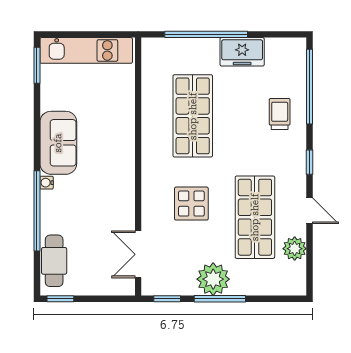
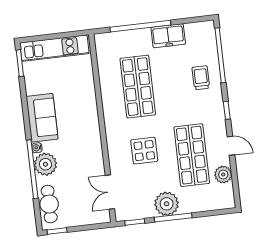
plant: (56, 206) -> (45, 164), added

